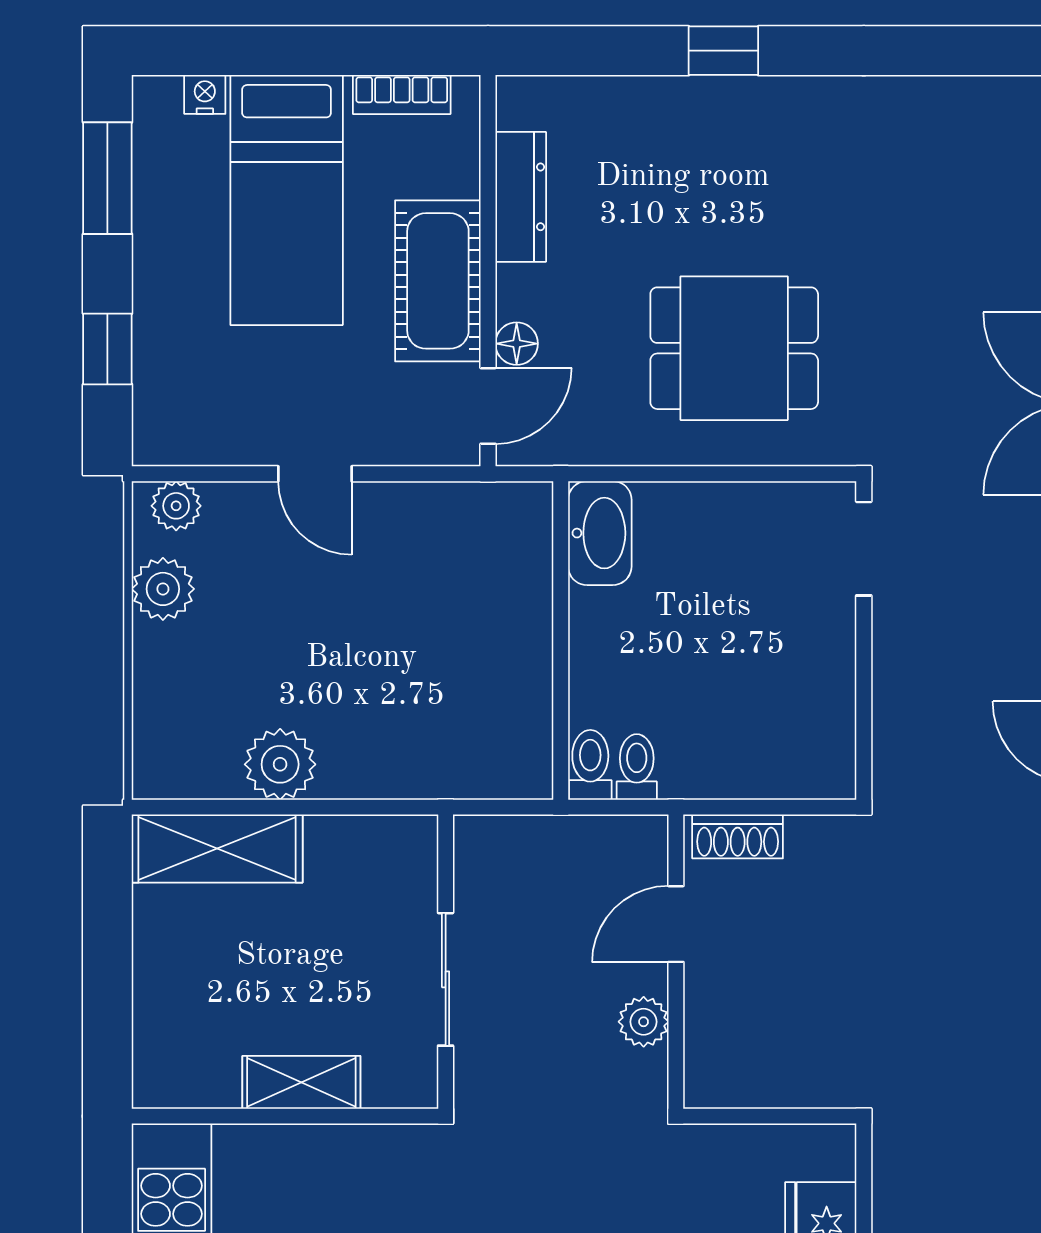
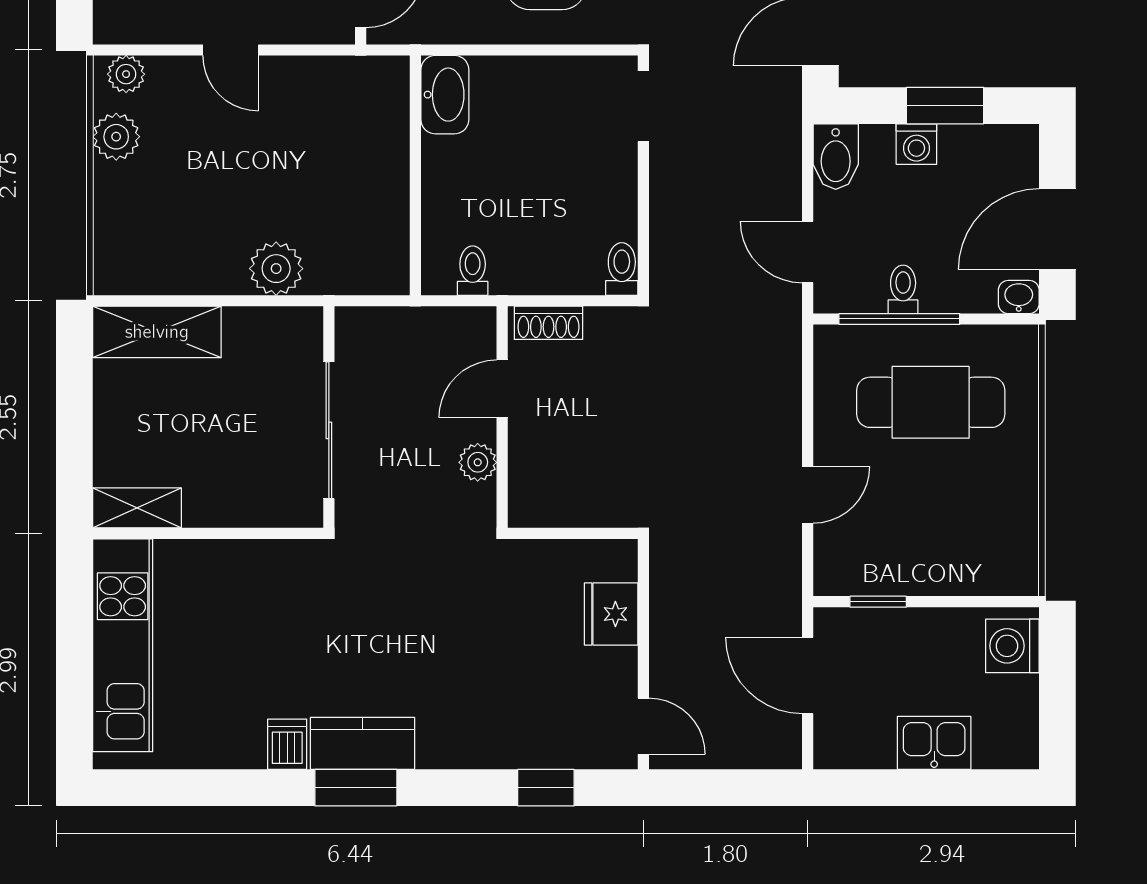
plant: (280, 764) -> (276, 269), moved
toilet: (590, 765) -> (622, 269), moved
sliding door: (446, 979) -> (329, 430), width x1.37
shelving: (301, 1082) -> (137, 508), moved

